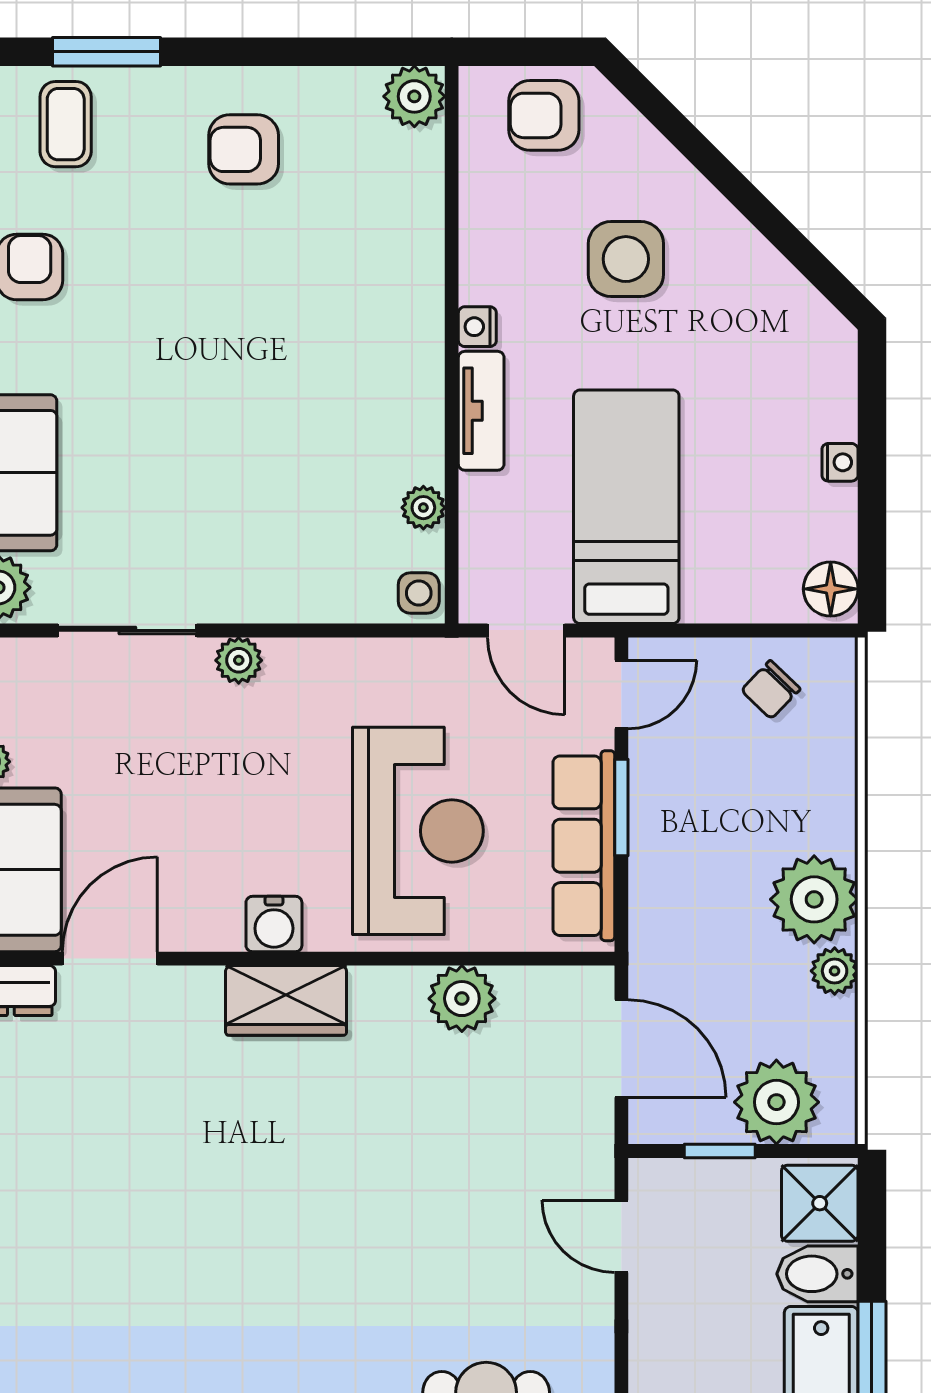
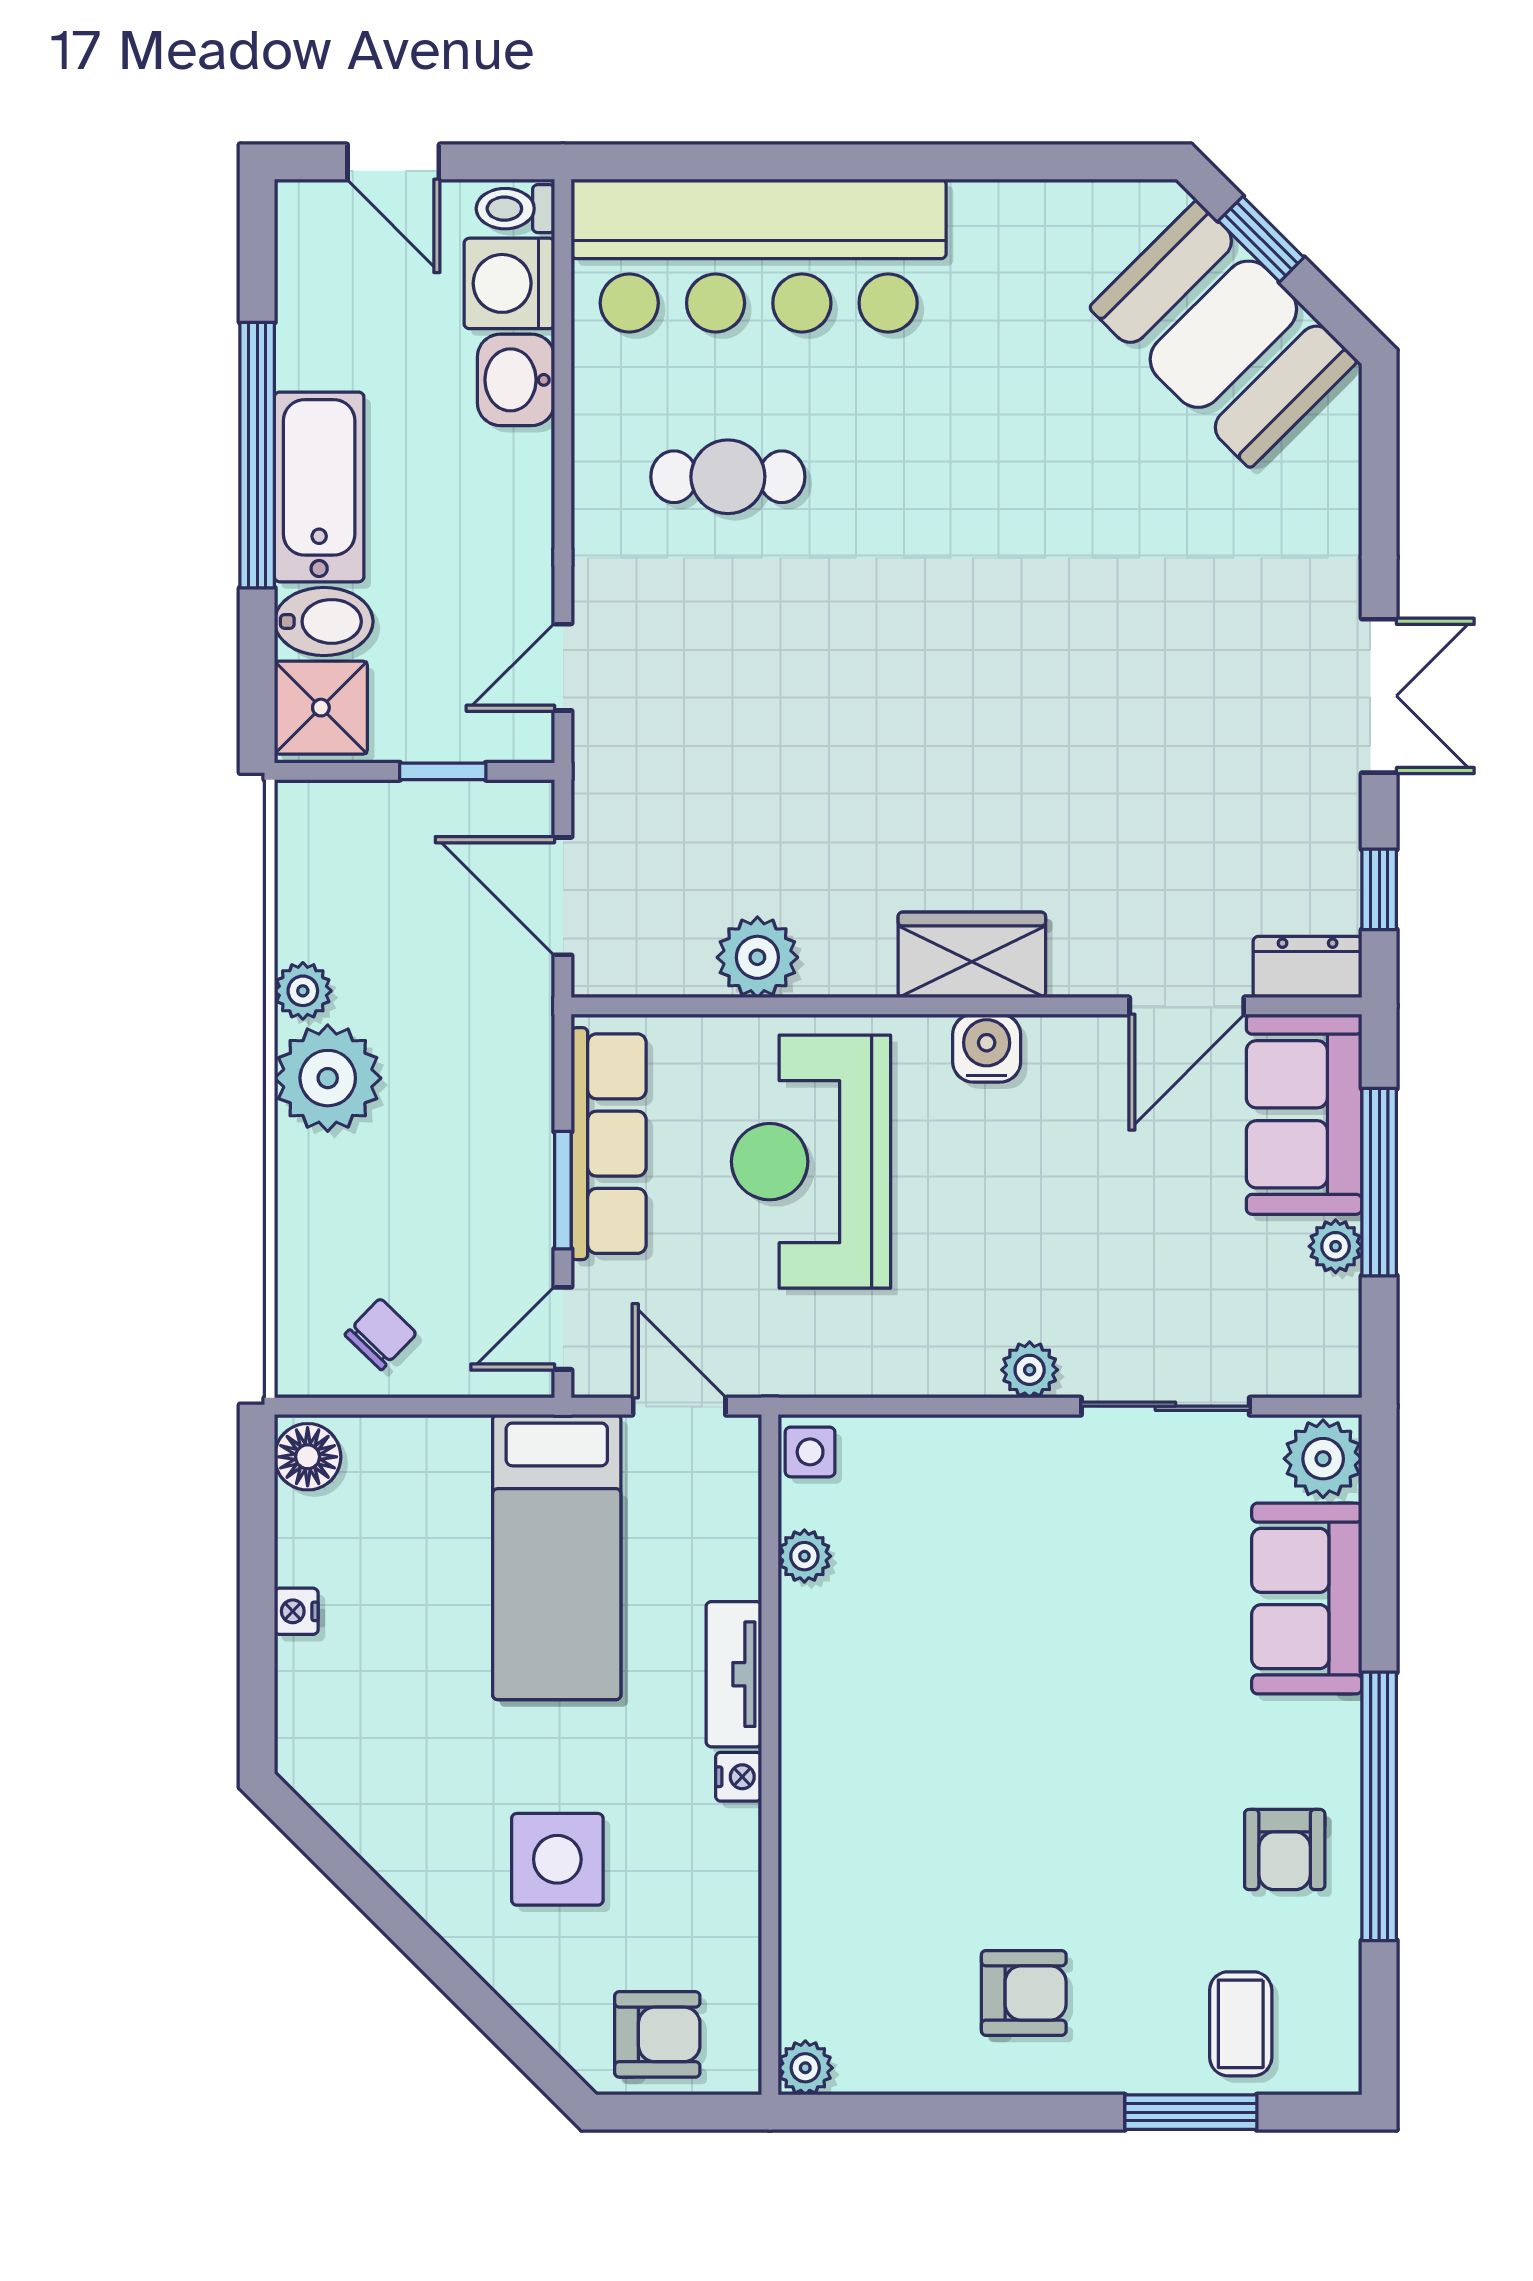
plant: (414, 96) -> (805, 2068), width x0.73, depth x0.73
plant: (776, 1102) -> (374, 831), removed
door: (621, 1236) -> (563, 667), swing flipped

